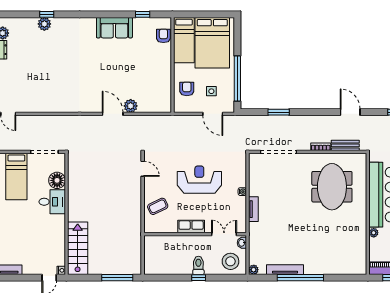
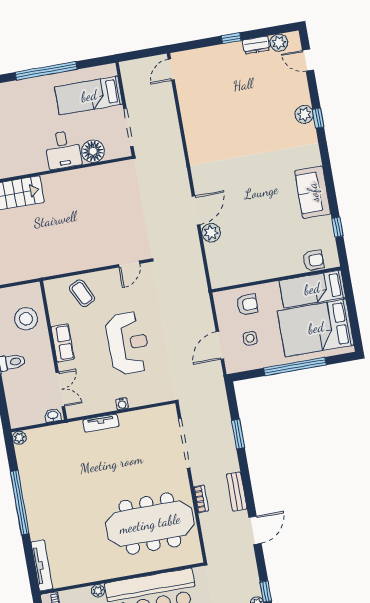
door: (19, 14) -> (308, 60), added
window: (47, 14) -> (318, 118), moved
plant: (44, 24) -> (304, 114), moved
window: (237, 79) -> (295, 366), moved
bench: (345, 145) -> (237, 492), moved
meeting table: (332, 187) -> (150, 524), width x1.36
stool: (230, 261) -> (26, 319), moved
tv unit: (285, 270) -> (42, 565), moved

